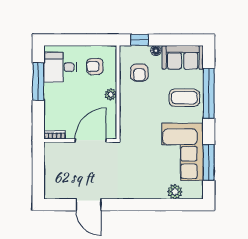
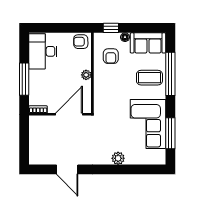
armchair: (95, 66) -> (81, 42), moved
desk: (60, 67) -> (43, 51), width x1.37
window: (38, 82) -> (24, 79), moved
plant: (175, 192) -> (118, 158), moved

